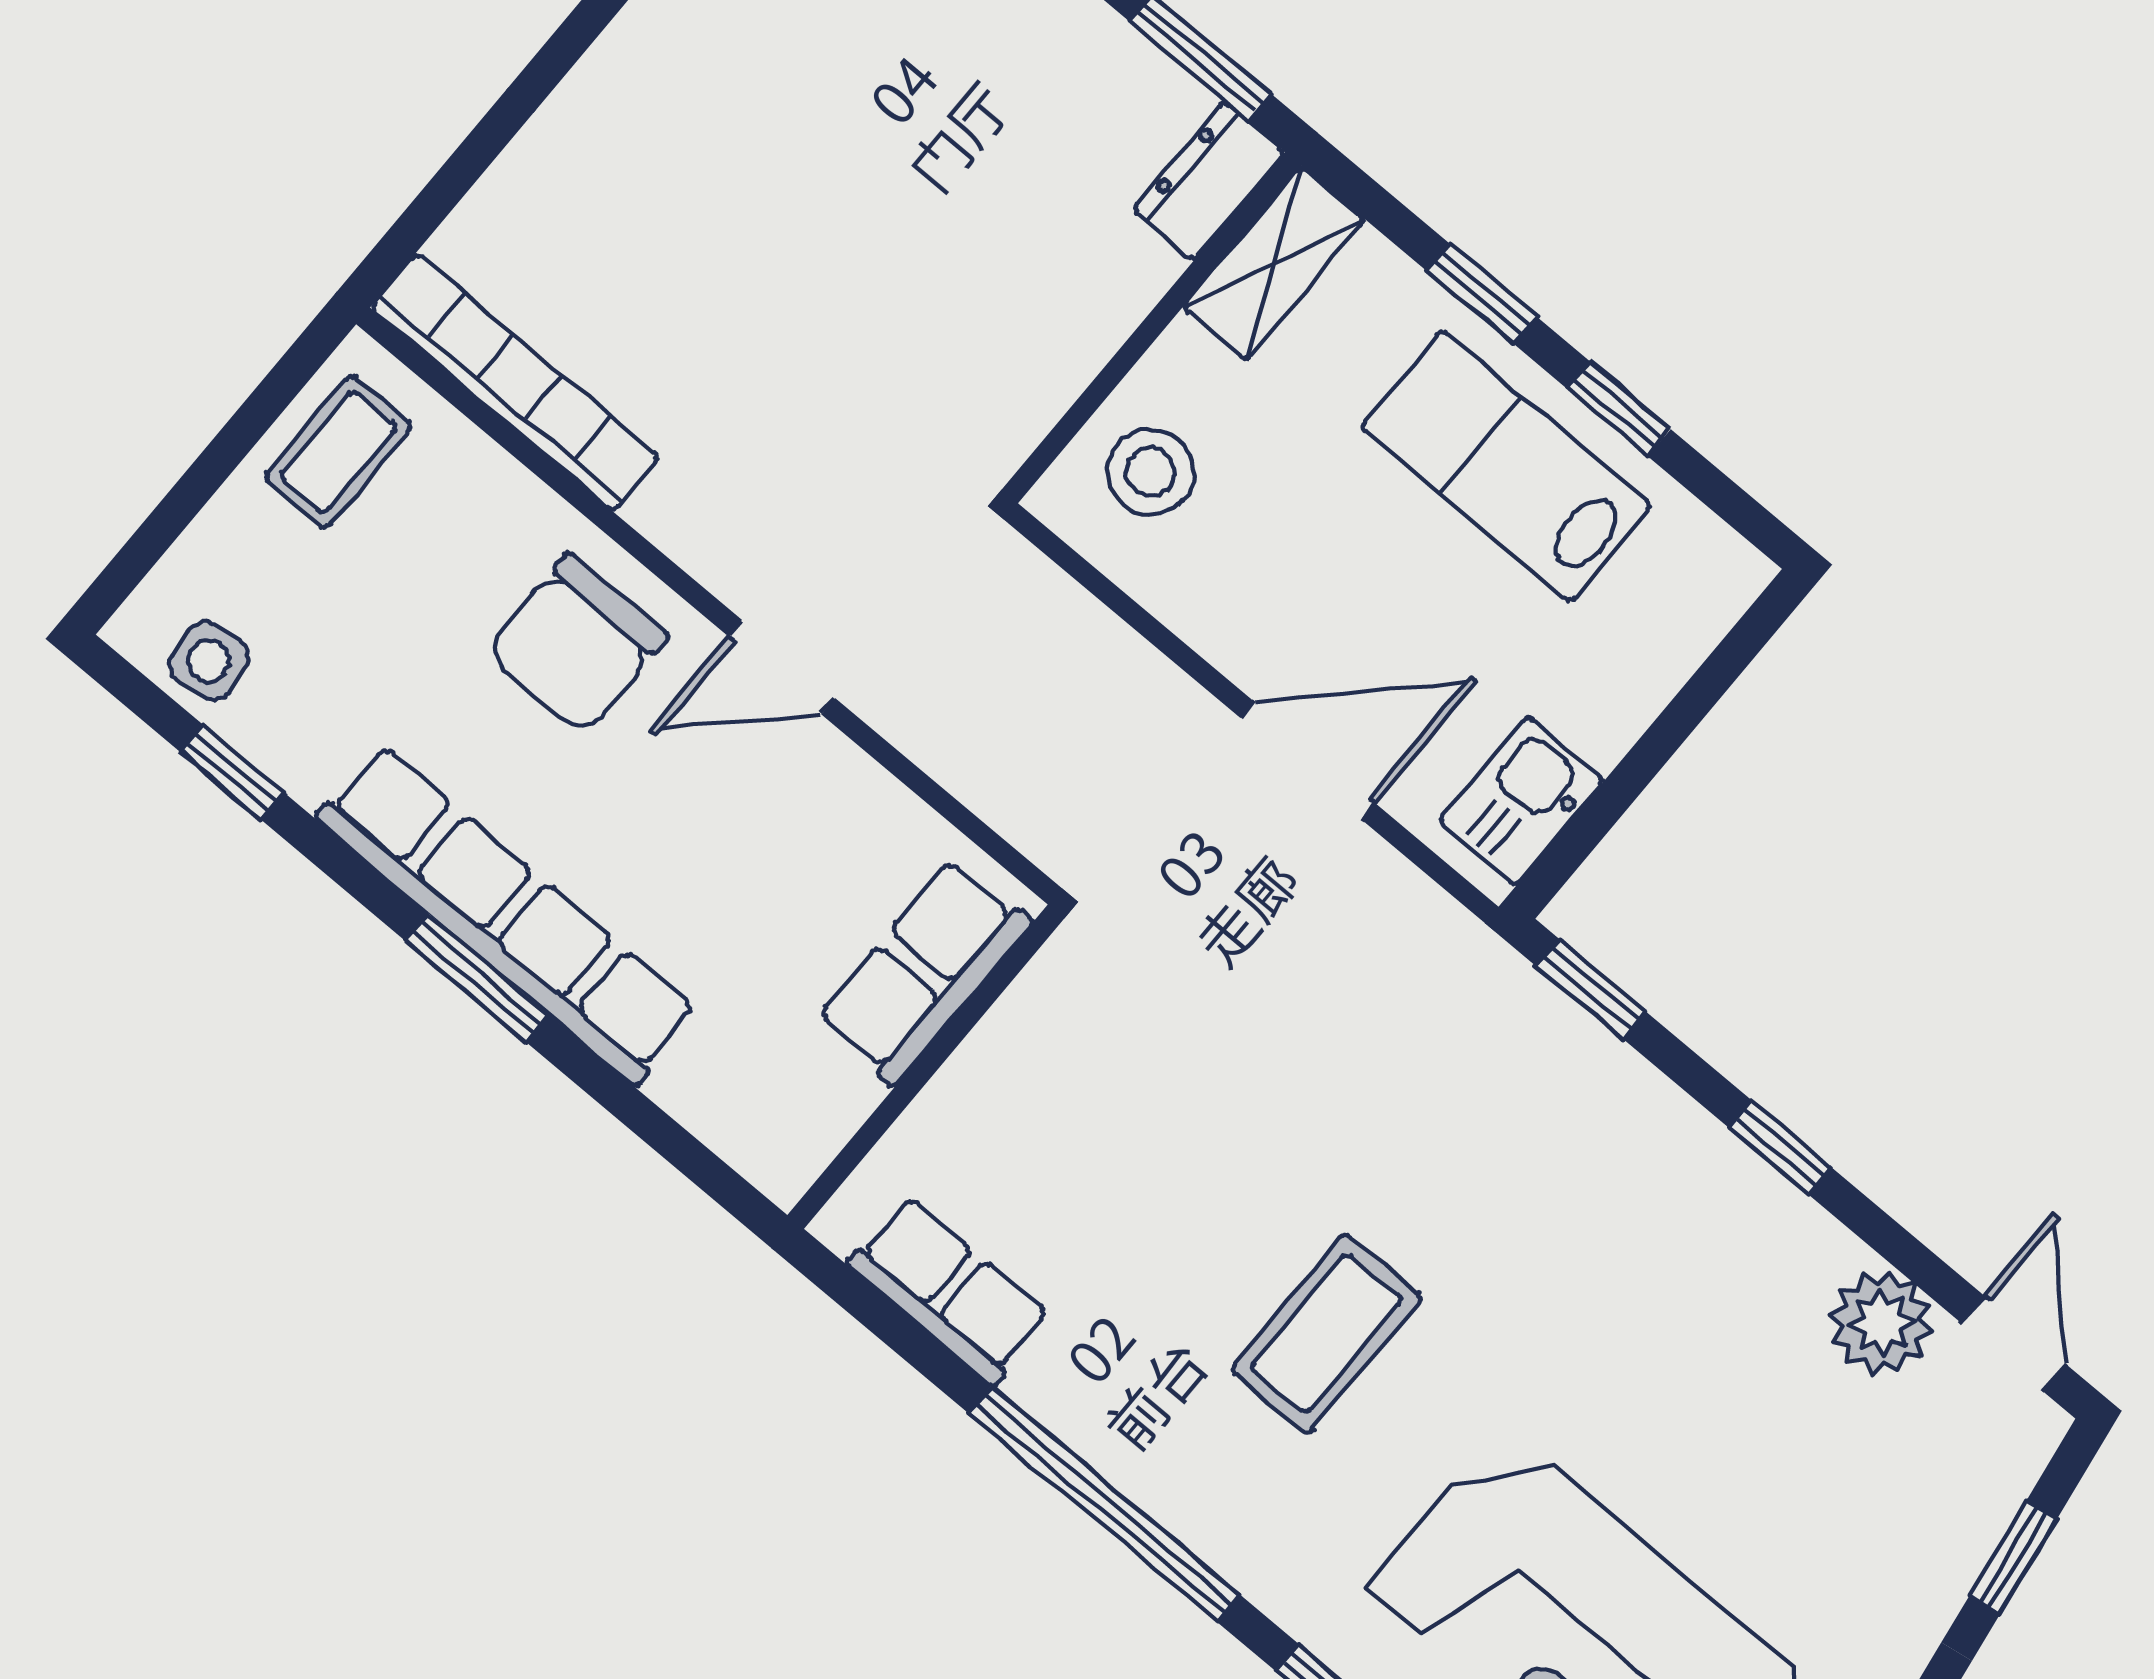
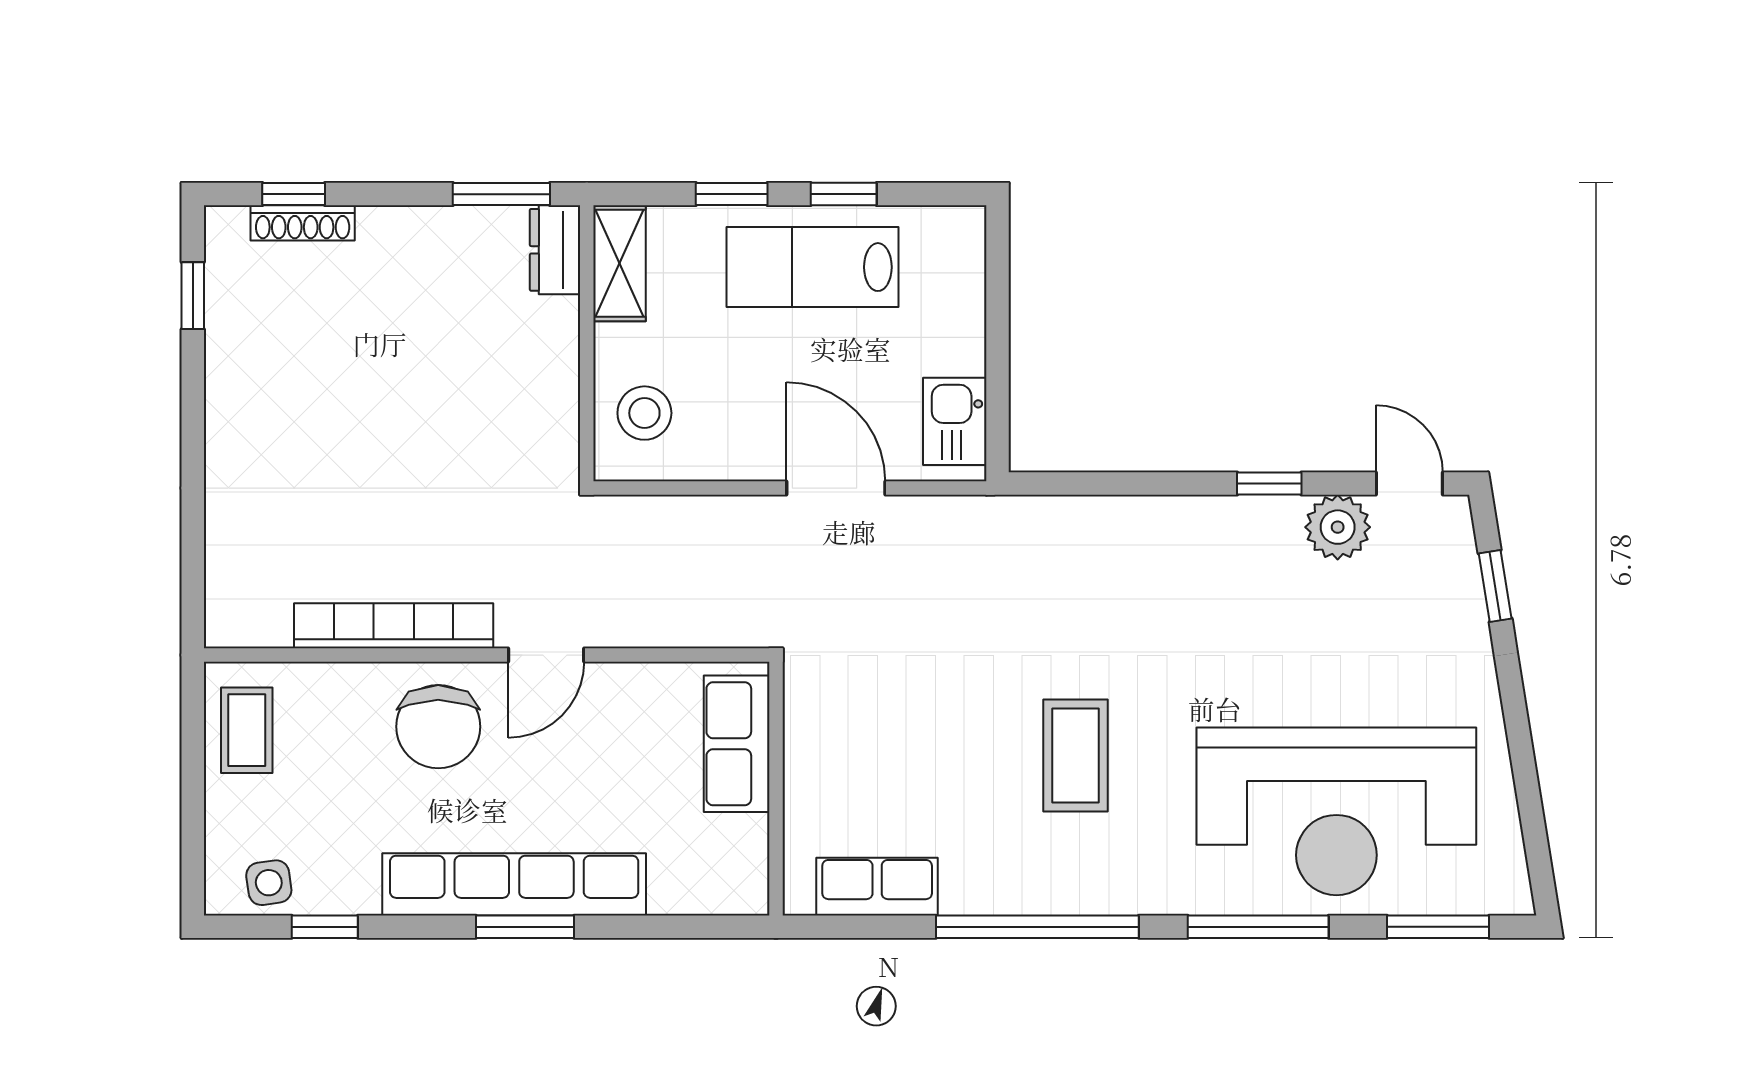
bookcase: (515, 382) -> (394, 626), moved
door: (1308, 760) -> (836, 488), hinge flipped
window: (1591, 989) -> (1064, 484), removed
window: (1780, 1148) -> (1269, 484), moved

